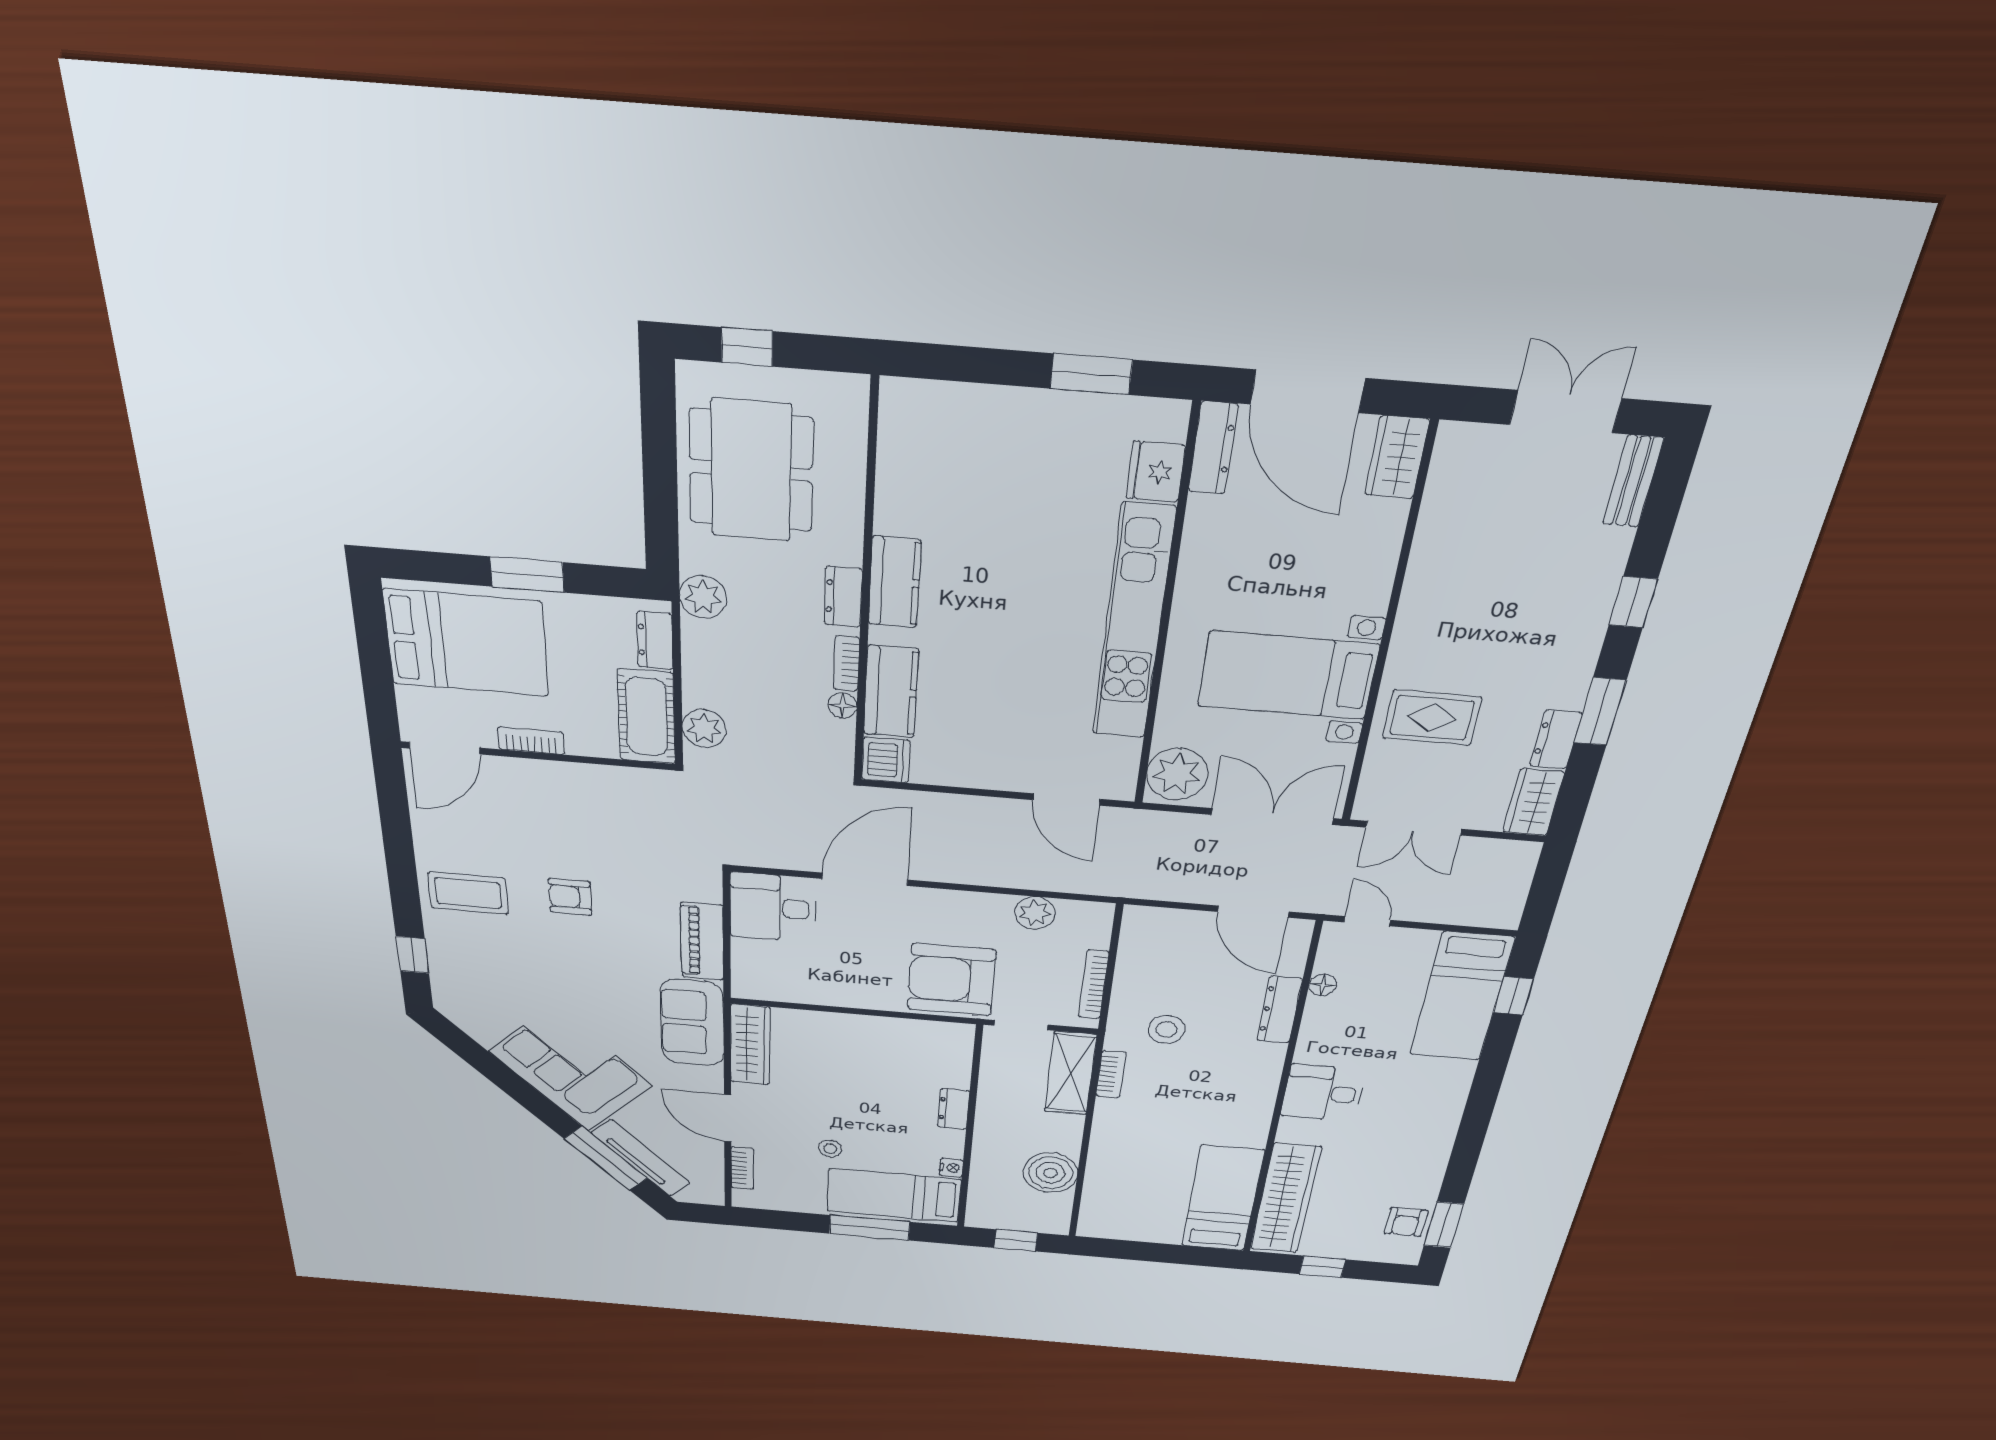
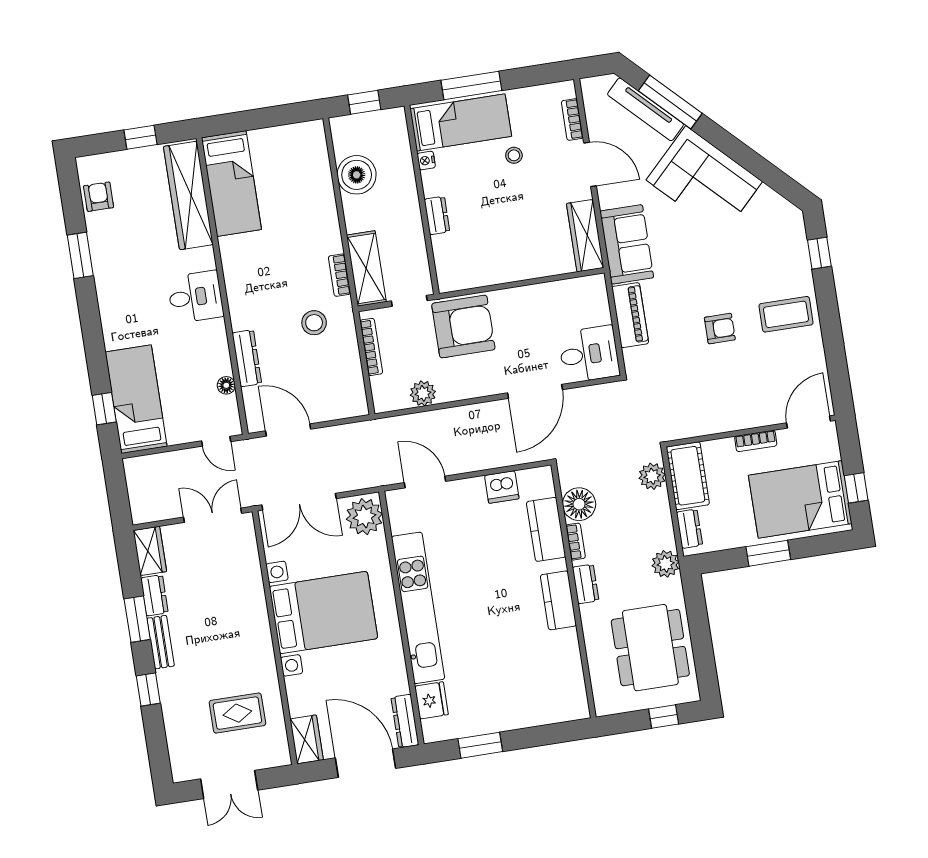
bench: (1633, 481) -> (161, 642), moved
window: (372, 639) -> (856, 488), added
bed with nightstands: (1288, 675) -> (323, 613), width x1.36
floor lamp: (843, 705) -> (579, 504), width x1.89, depth x1.89
rug: (1432, 718) -> (237, 713), moved
dishwasher: (886, 760) -> (502, 487), moved, turned -90
window: (1444, 1225) -> (80, 255), moved

